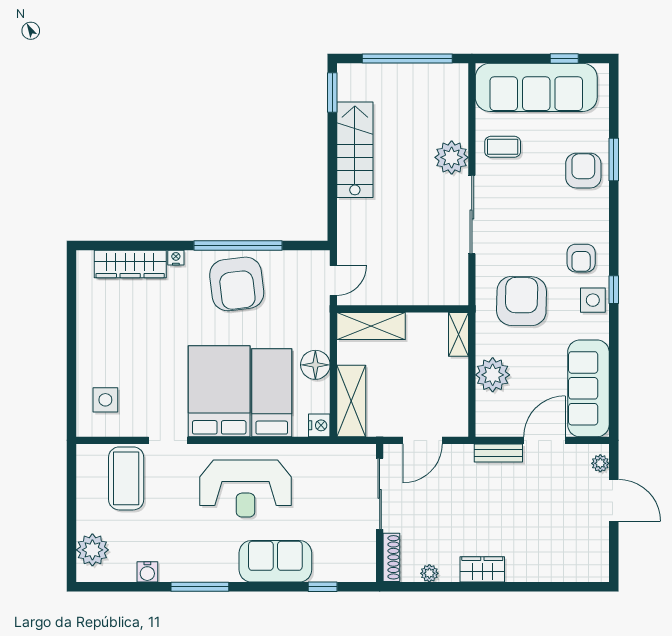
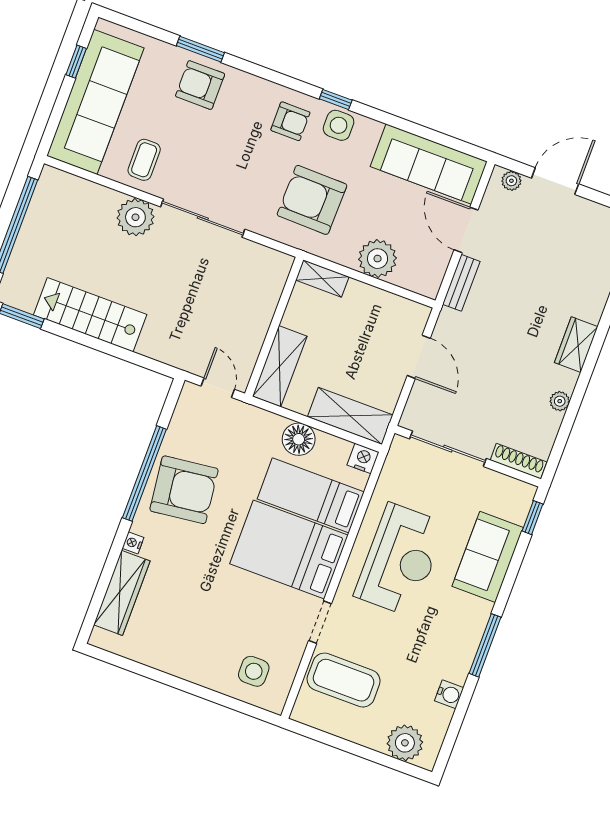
sliding door: (380, 494) -> (448, 449), moved
wall: (380, 513) -> (468, 456), moved
shoe rack: (391, 557) -> (518, 461), moved

